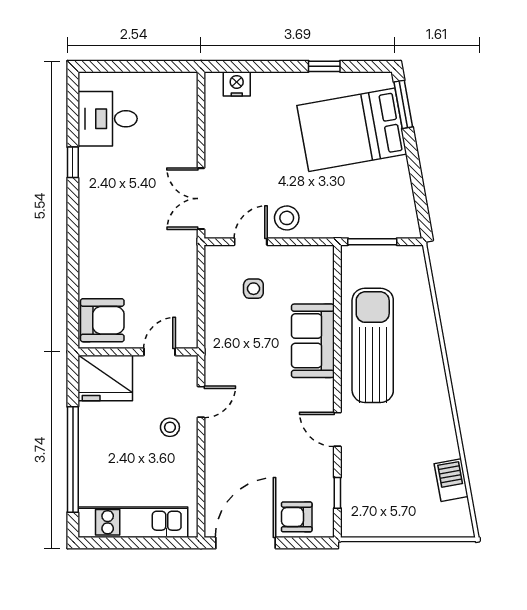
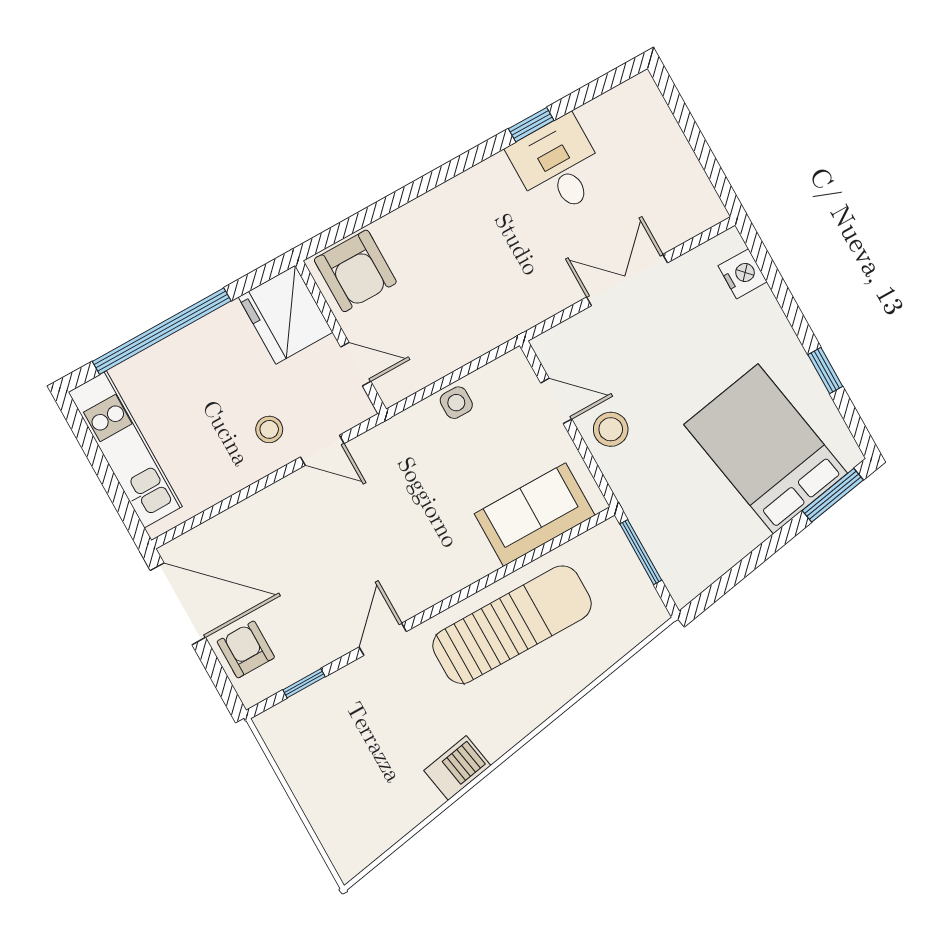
desk: (108, 119) -> (558, 166), moved
double door: (201, 199) -> (627, 280), moved
side table: (253, 289) -> (456, 403), moved
sofa: (313, 341) -> (535, 515), moved
barbecue: (451, 480) -> (457, 768), moved

